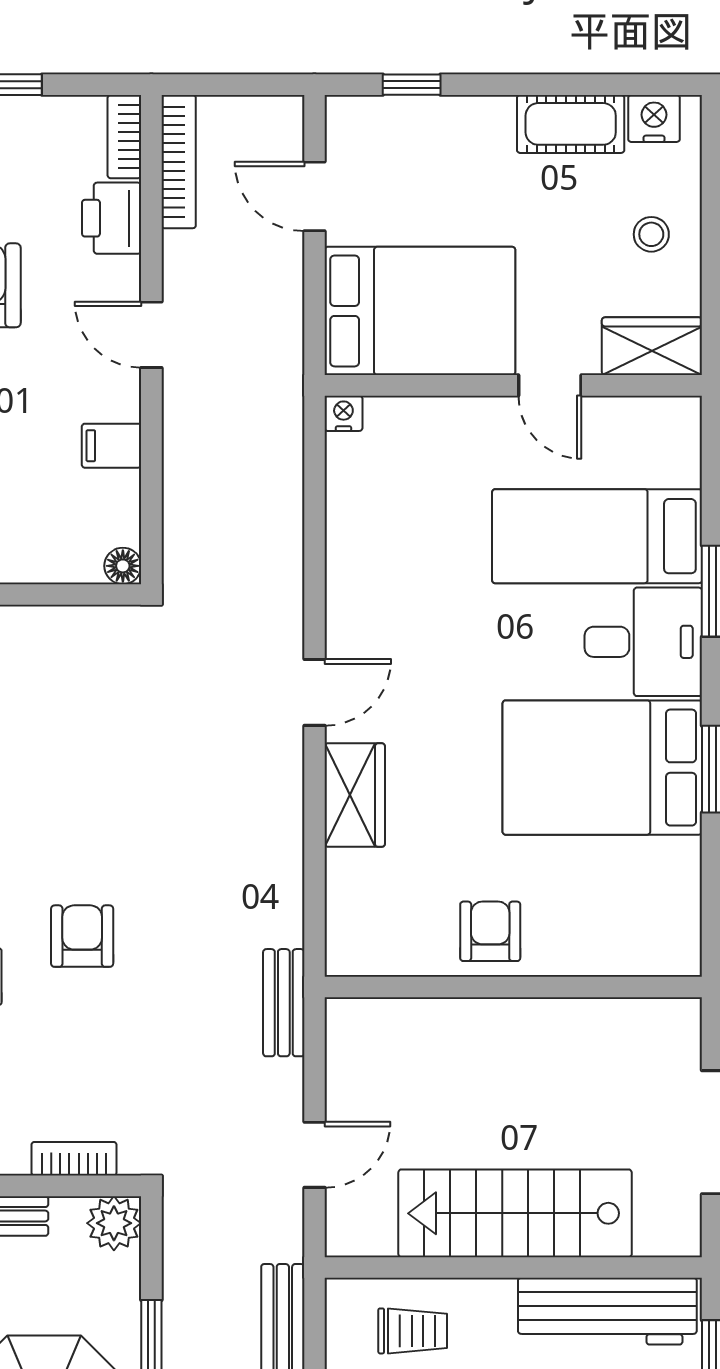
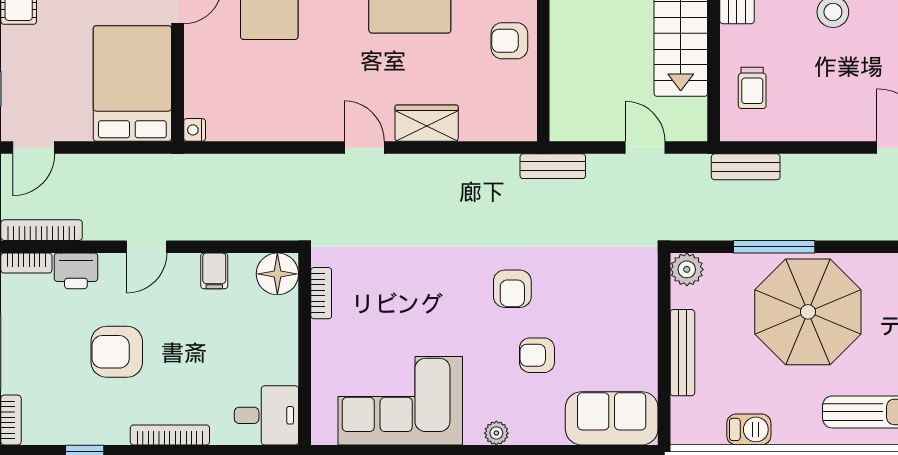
door: (314, 196) -> (34, 148), moved
floor lamp: (123, 566) -> (277, 274), width x1.89, depth x1.89
armchair: (82, 936) -> (512, 289), turned -90
bookcase: (74, 1159) -> (321, 293), moved, turned 180
trolley: (413, 1331) -> (752, 88), turned 180

